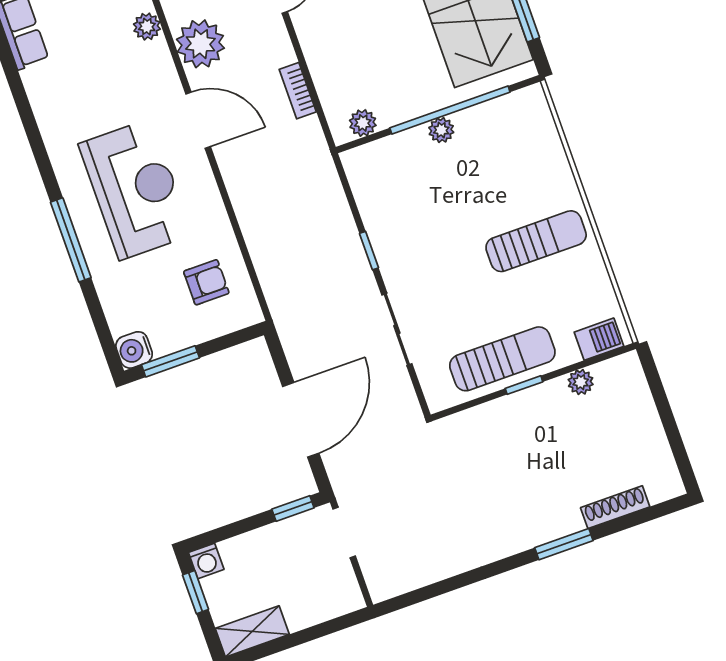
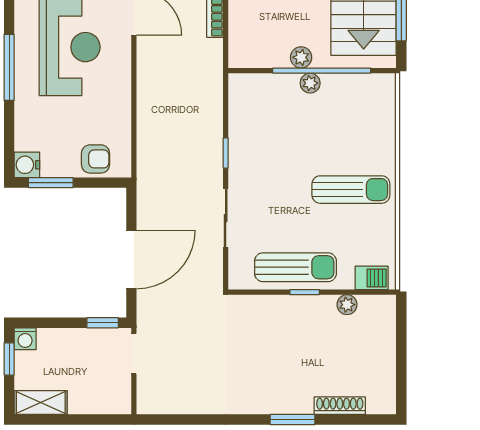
plant: (363, 123) -> (301, 57), moved
armchair: (206, 282) -> (95, 159), moved

